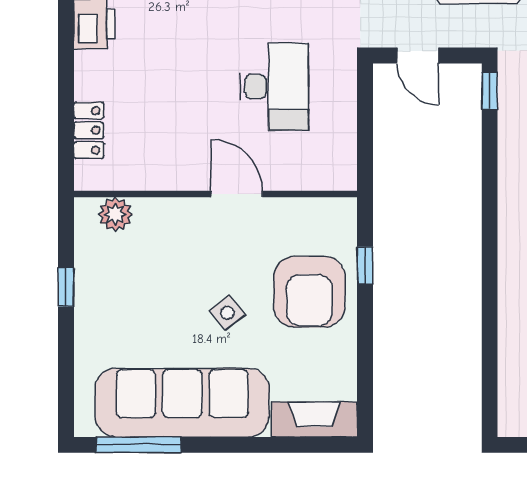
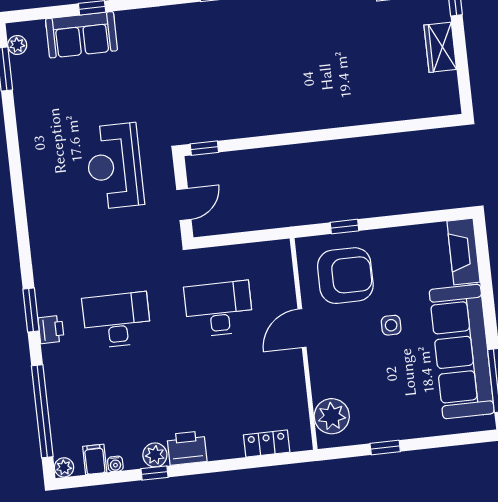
plant: (115, 214) -> (332, 416), width x1.36, depth x1.36
armchair: (309, 292) -> (345, 276), moved
side table: (227, 313) -> (391, 325), turned 38

